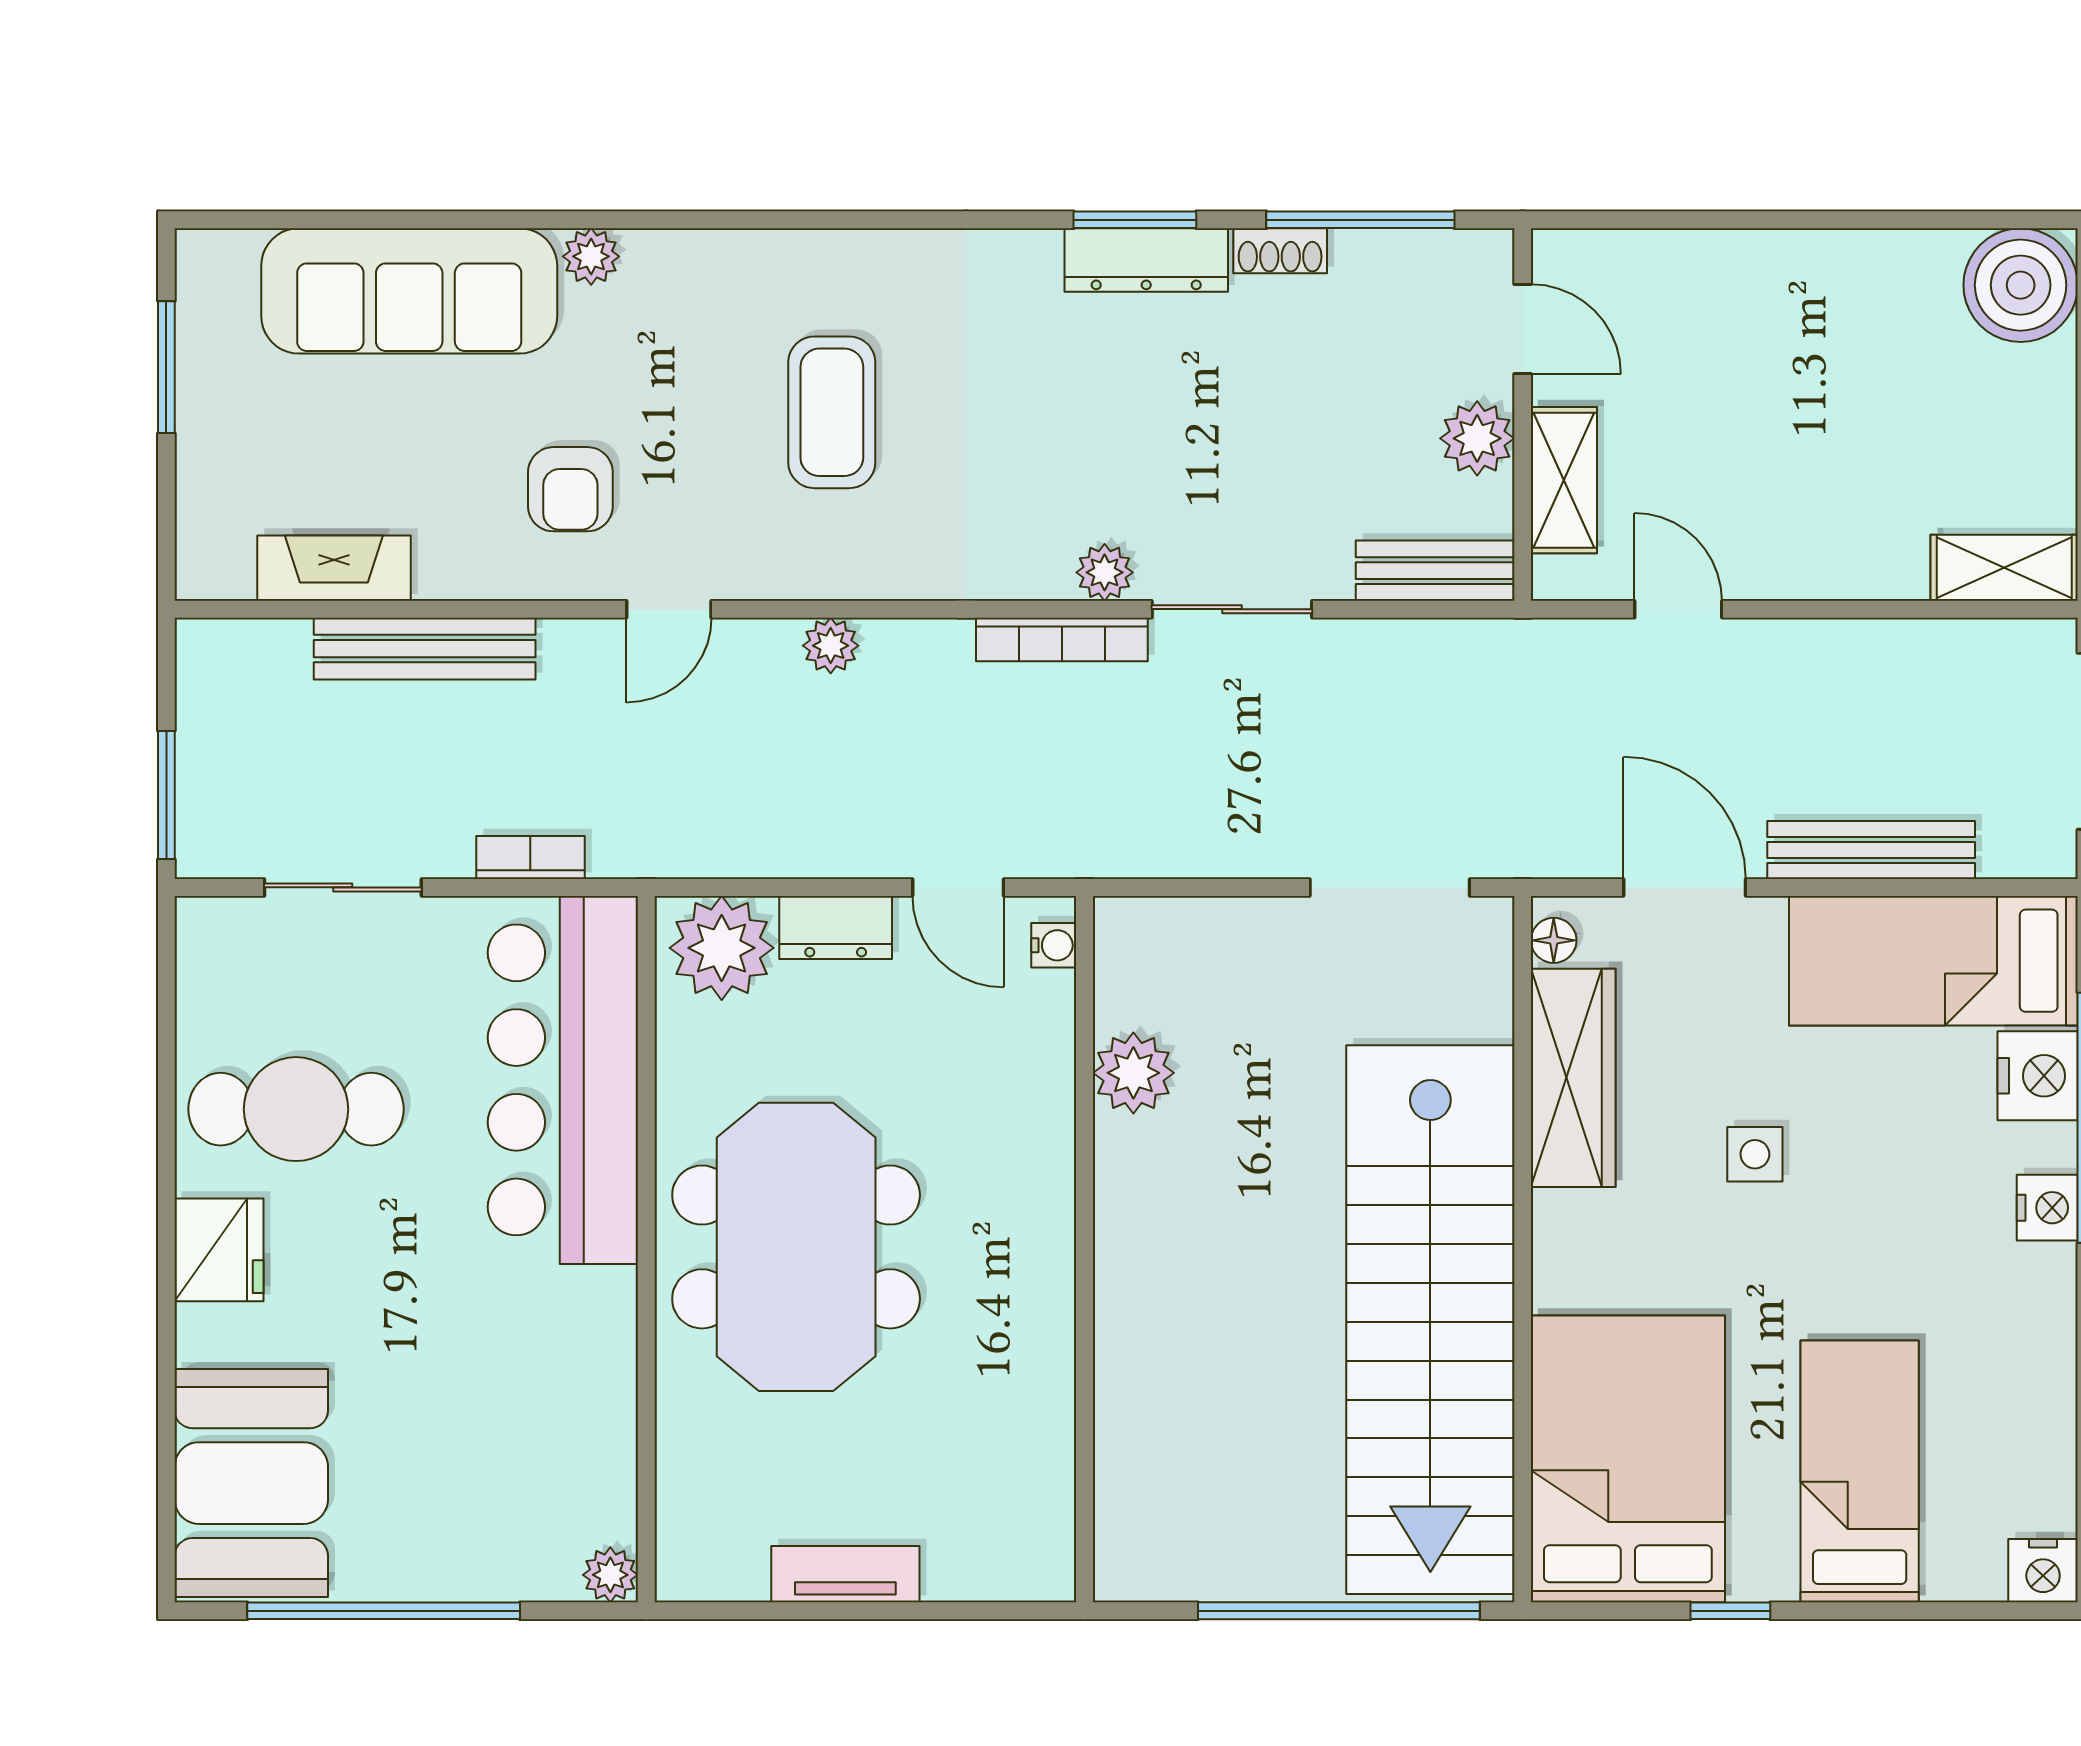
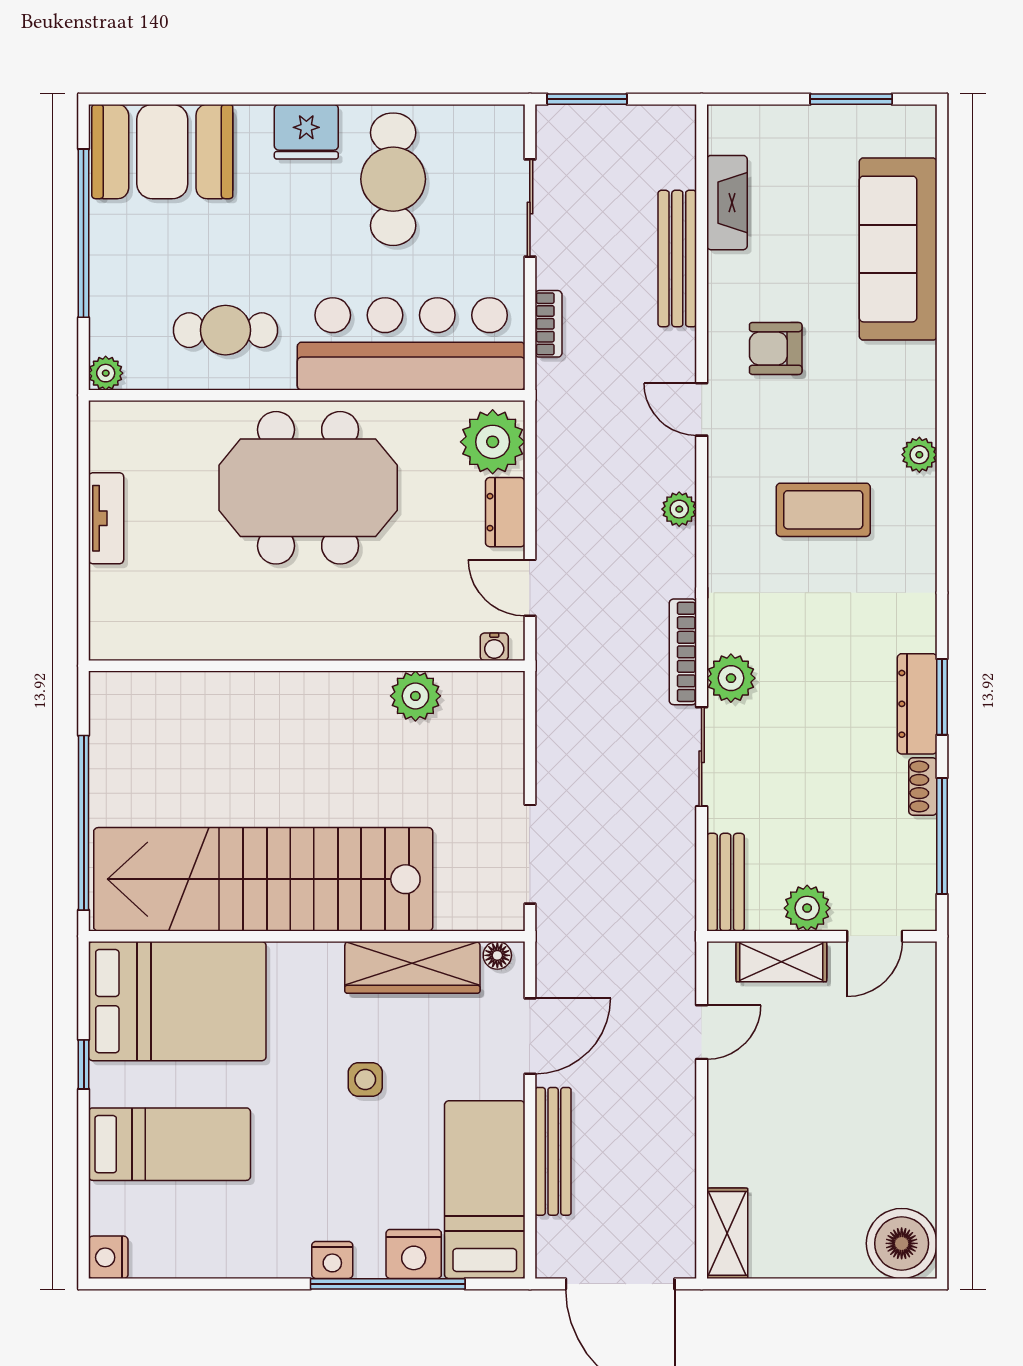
plant: (591, 256) -> (919, 455), moved
plant: (1105, 572) -> (731, 678), width x1.38, depth x1.38
door: (958, 887) -> (530, 588), hinge flipped
cafe table: (541, 1381) -> (225, 330), added

